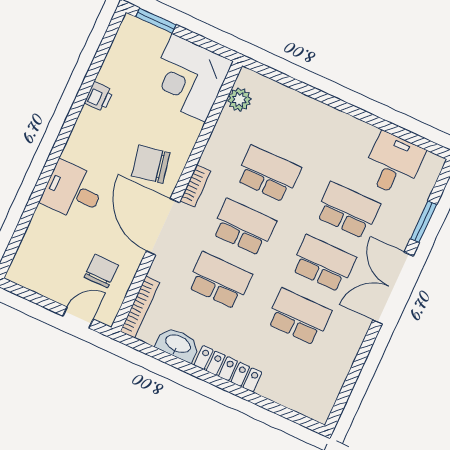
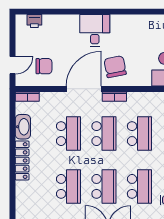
printer: (99, 97) -> (34, 21), moved
desk: (73, 191) -> (95, 30), moved
bookcase: (140, 307) -> (27, 97), width x0.64
door: (78, 318) -> (13, 65), hinge flipped

